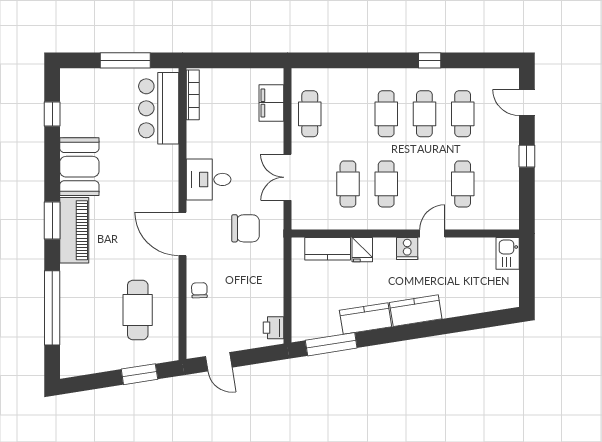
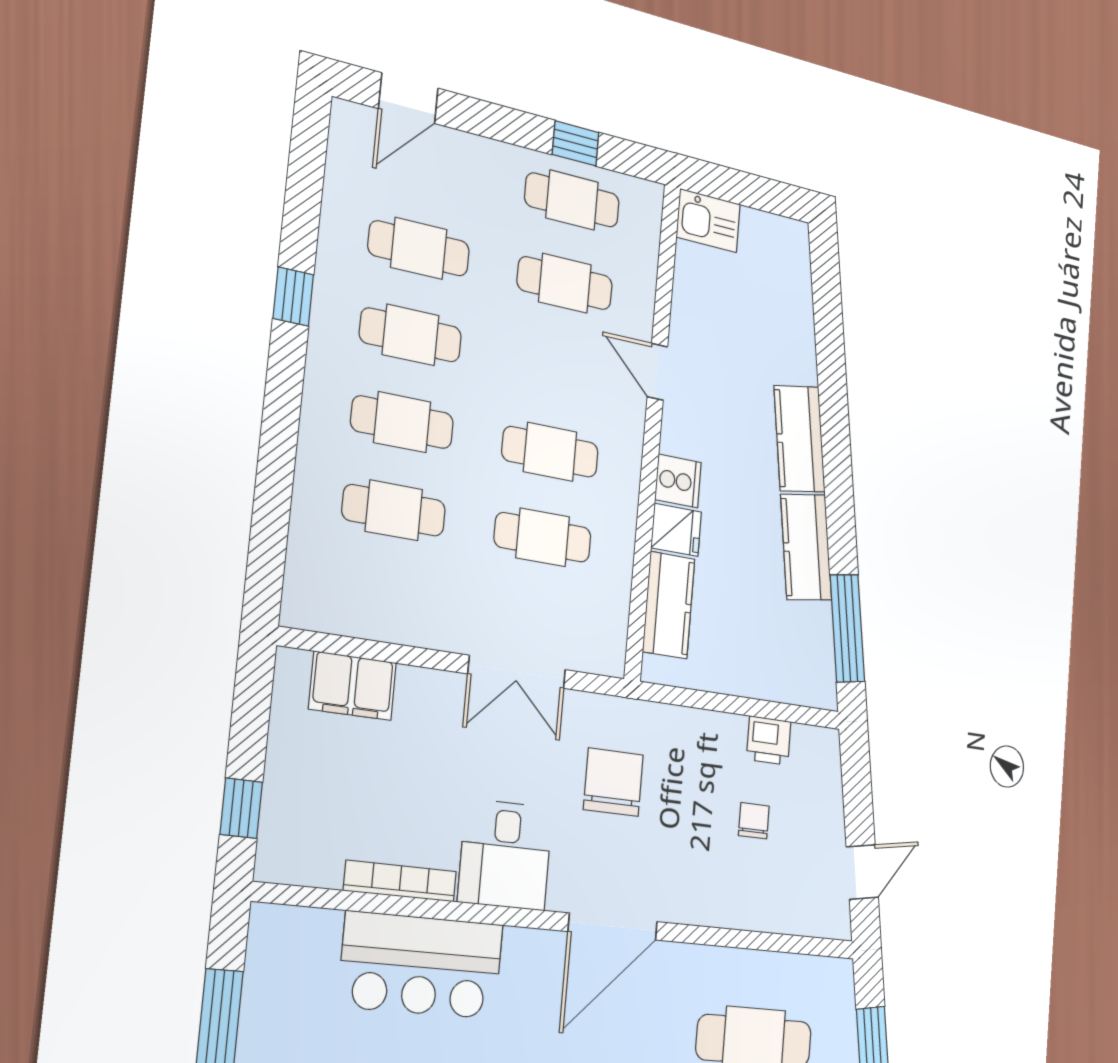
window: (215, 60) -> (241, 808), added
bookcase: (193, 95) -> (400, 881), moved
bar counter: (159, 108) -> (421, 965), moved
cafe table: (310, 114) -> (394, 510), moved
window: (527, 156) -> (576, 143), moved
cafe table: (501, 184) -> (572, 200), added
cooker: (407, 249) -> (678, 481), moved
chair: (199, 290) -> (754, 821), moved, turned 92
printer: (274, 328) -> (769, 741), moved

